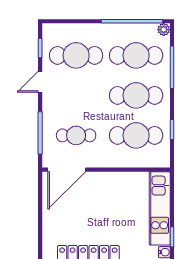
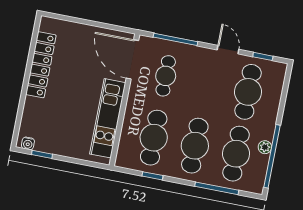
plant: (164, 30) -> (265, 147), moved
kitchen unit: (160, 208) -> (108, 118), moved, turned -90

